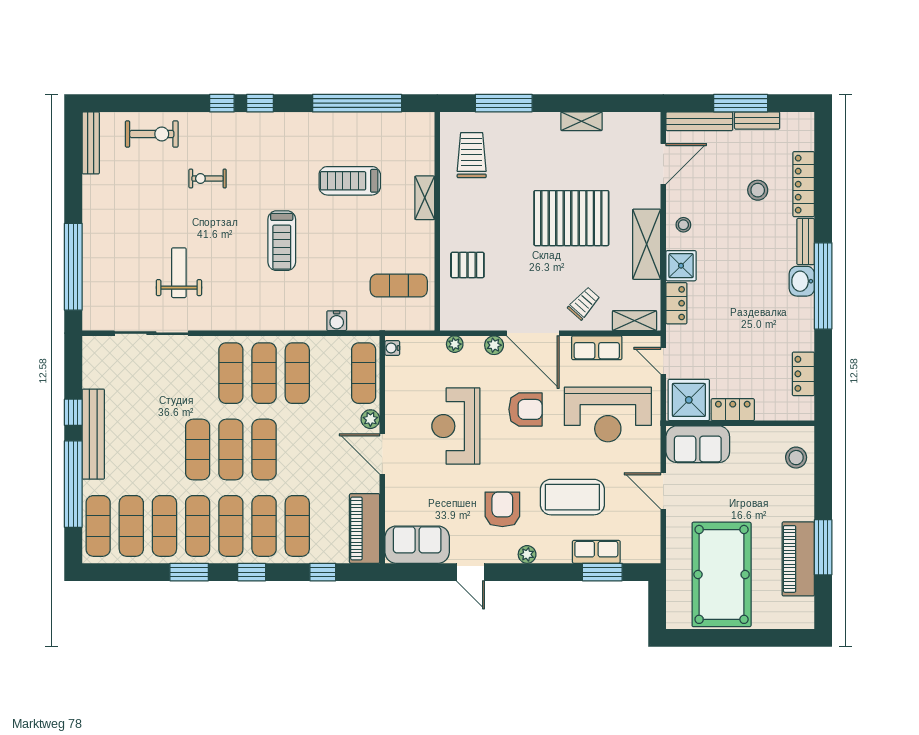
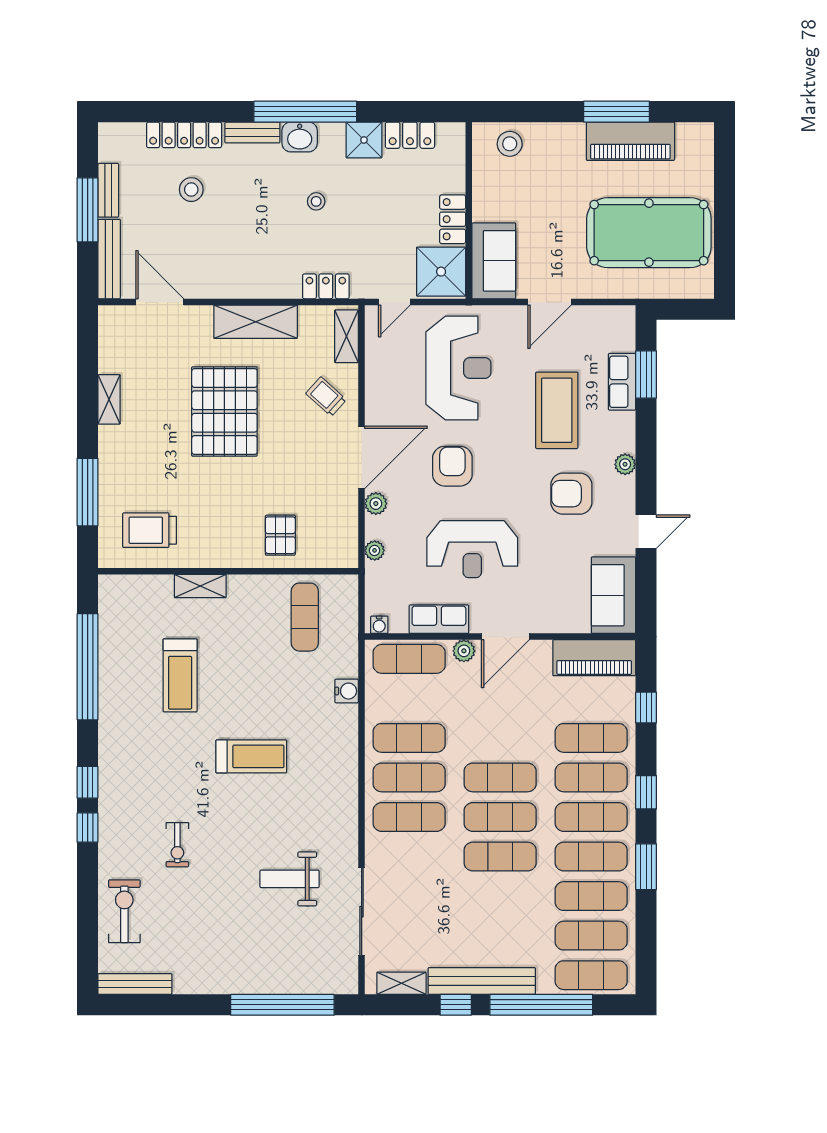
stool: (683, 225) -> (316, 201), moved
shower: (681, 266) -> (364, 140), moved
row of seats: (597, 348) -> (439, 619), moved, turned -90
shelving: (91, 367) -> (401, 983), added

